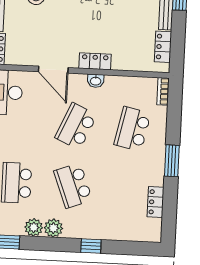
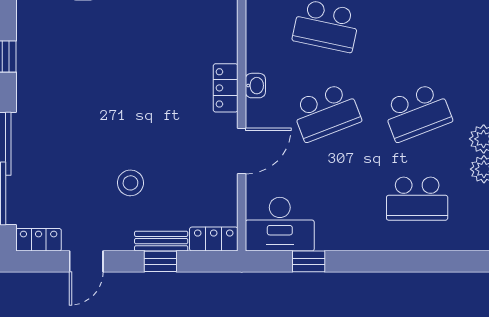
school desk: (76, 126) -> (326, 112), turned -45

